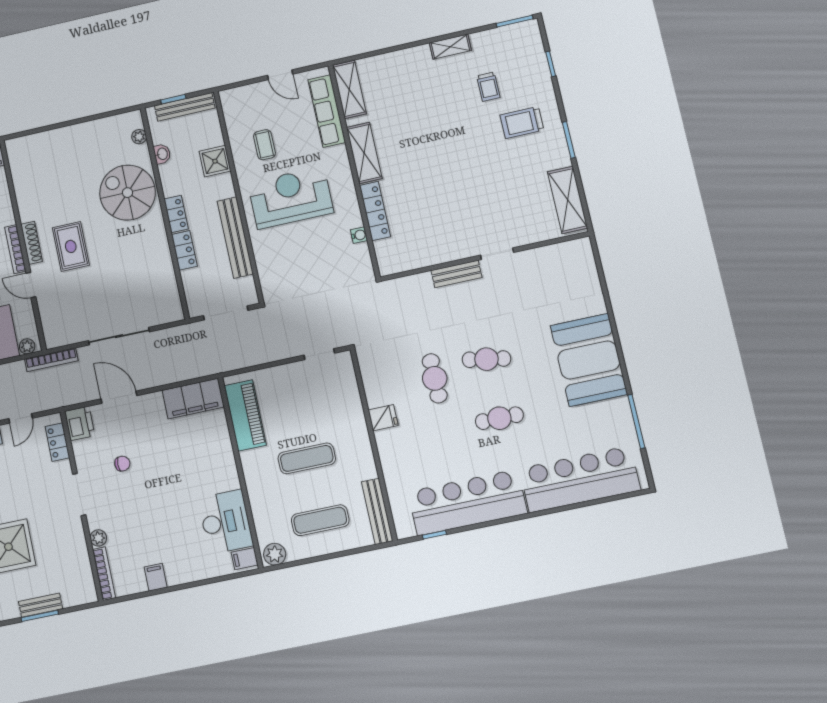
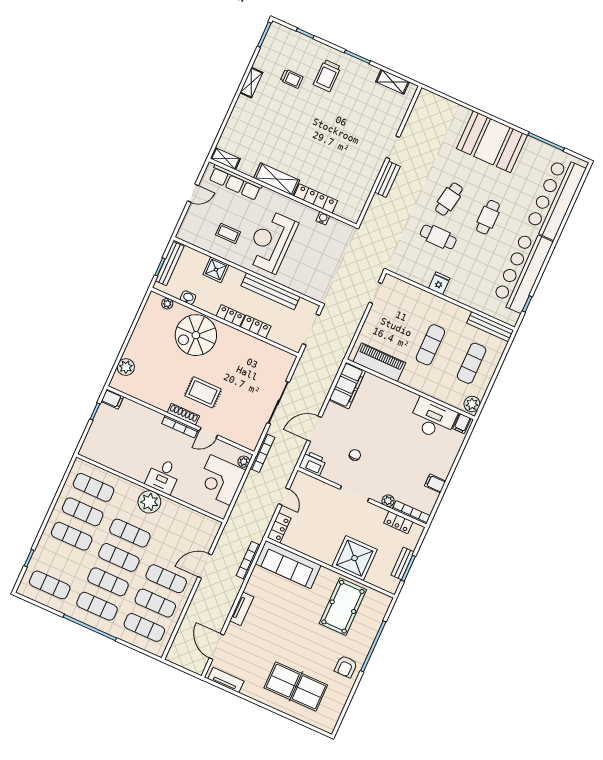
shelving: (349, 89) -> (225, 159), width x0.67, depth x0.75
plant: (38, 144) -> (126, 367), added
shelving: (568, 200) -> (392, 82), width x0.67, depth x0.75
locker: (57, 442) -> (398, 522), moved

